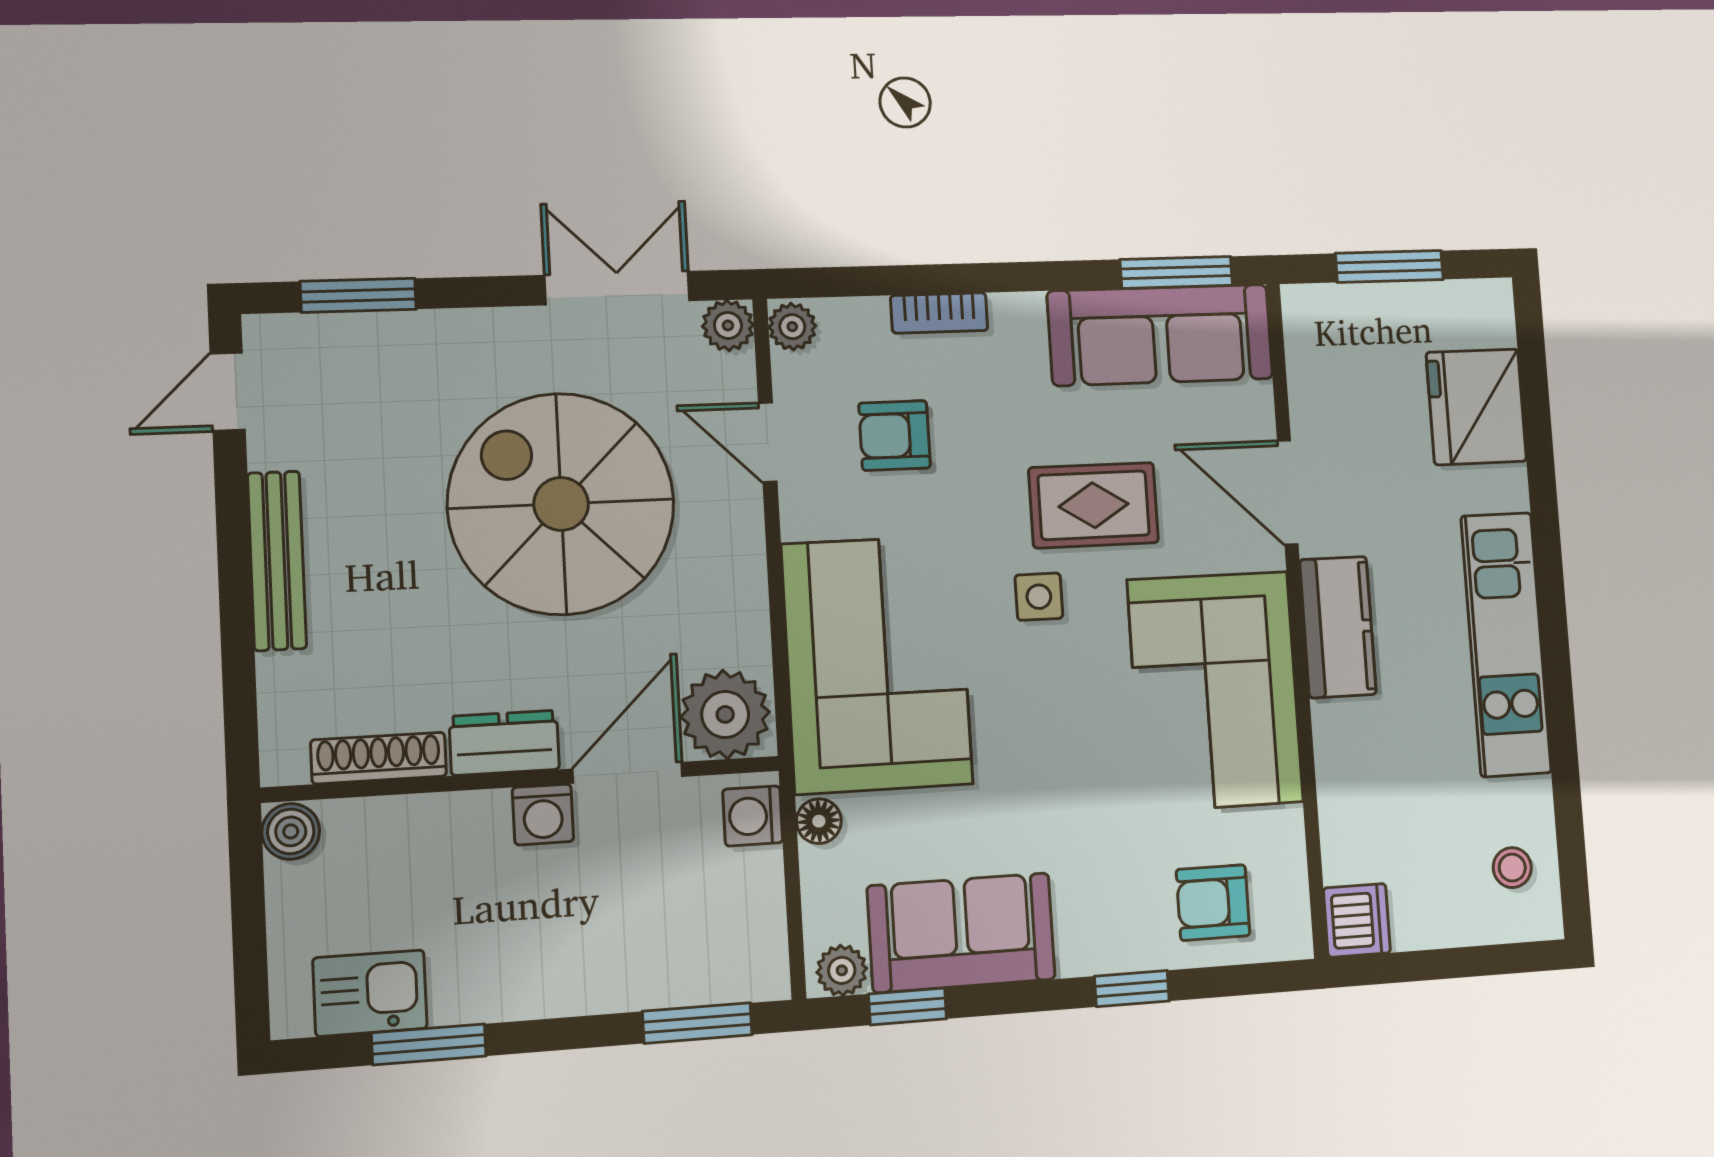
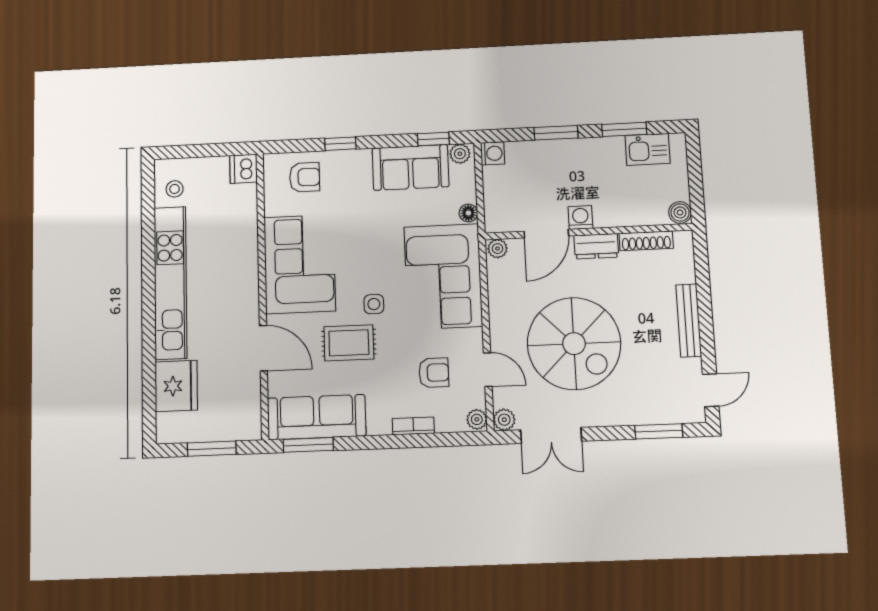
kitchen counter: (1338, 627) -> (245, 290), removed
kitchen unit: (1506, 644) -> (170, 283), width x1.36
plant: (725, 714) -> (497, 249), width x0.53, depth x0.53
washing machine: (753, 816) -> (493, 153), moved
window: (697, 1023) -> (556, 133), moved

